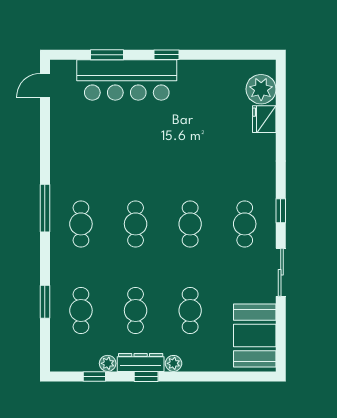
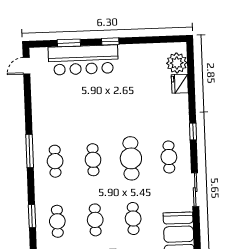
window: (281, 211) -> (193, 131), moved
cafe table: (190, 224) -> (131, 158), width x1.37, depth x1.35

